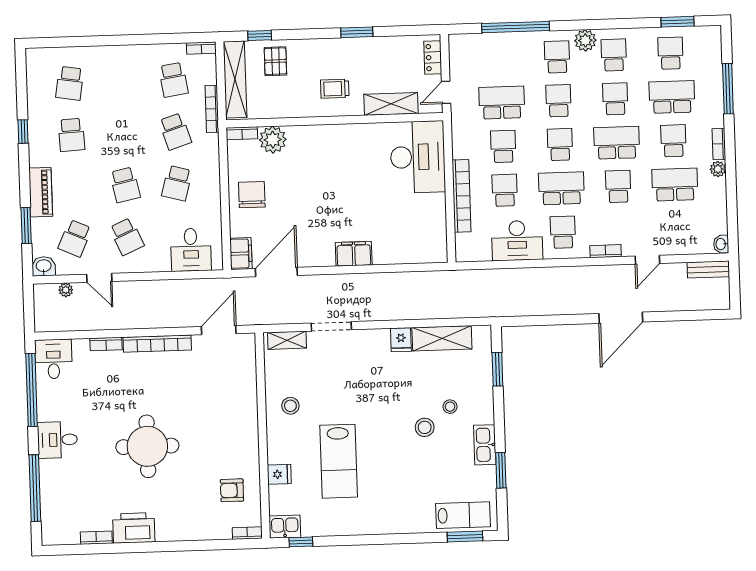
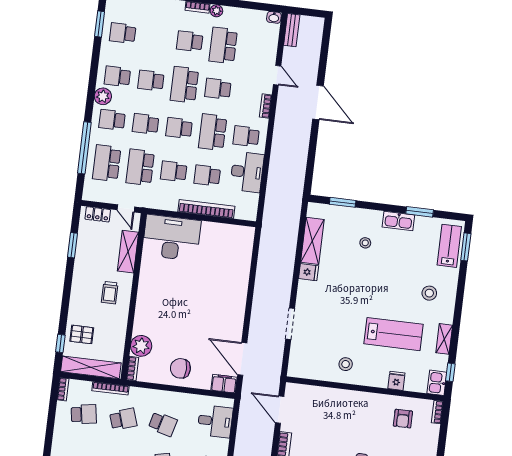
window: (357, 32) -> (72, 245), moved
school desk: (672, 97) -> (107, 163), moved
filing cabinet: (354, 254) -> (238, 298), removed
shelving: (287, 340) -> (444, 339), moved
stool: (425, 427) -> (429, 293), moved

